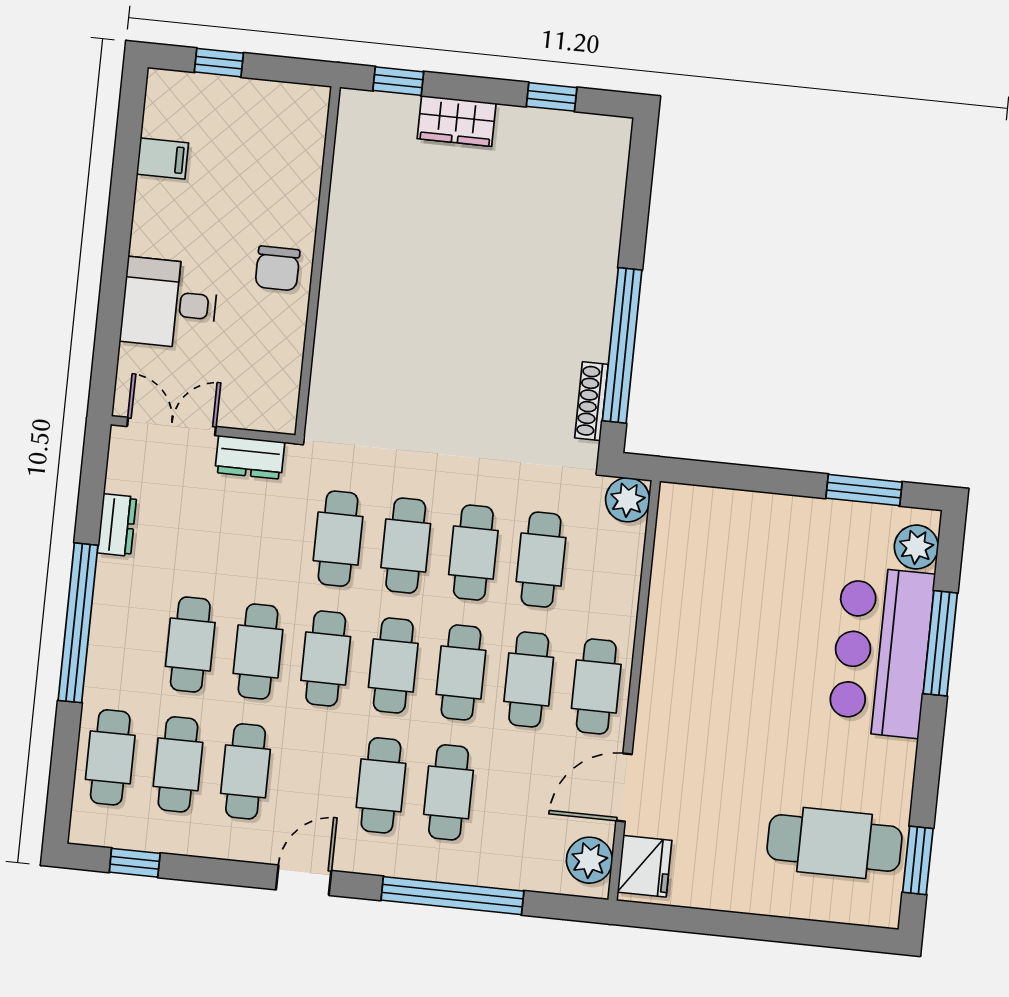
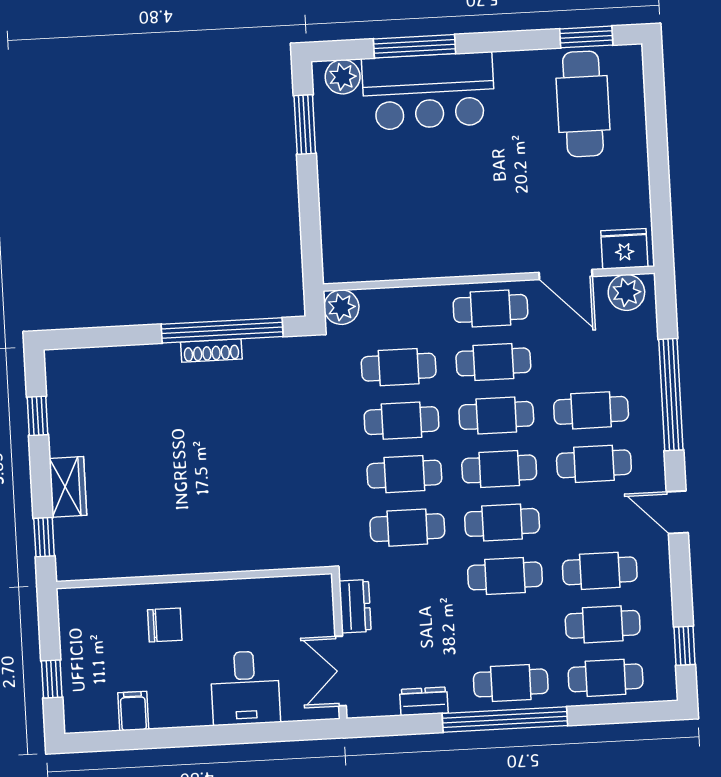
chair: (277, 268) -> (165, 625), moved
shoe rack: (591, 401) -> (211, 351), moved
cafe table: (190, 644) -> (511, 683), moved

